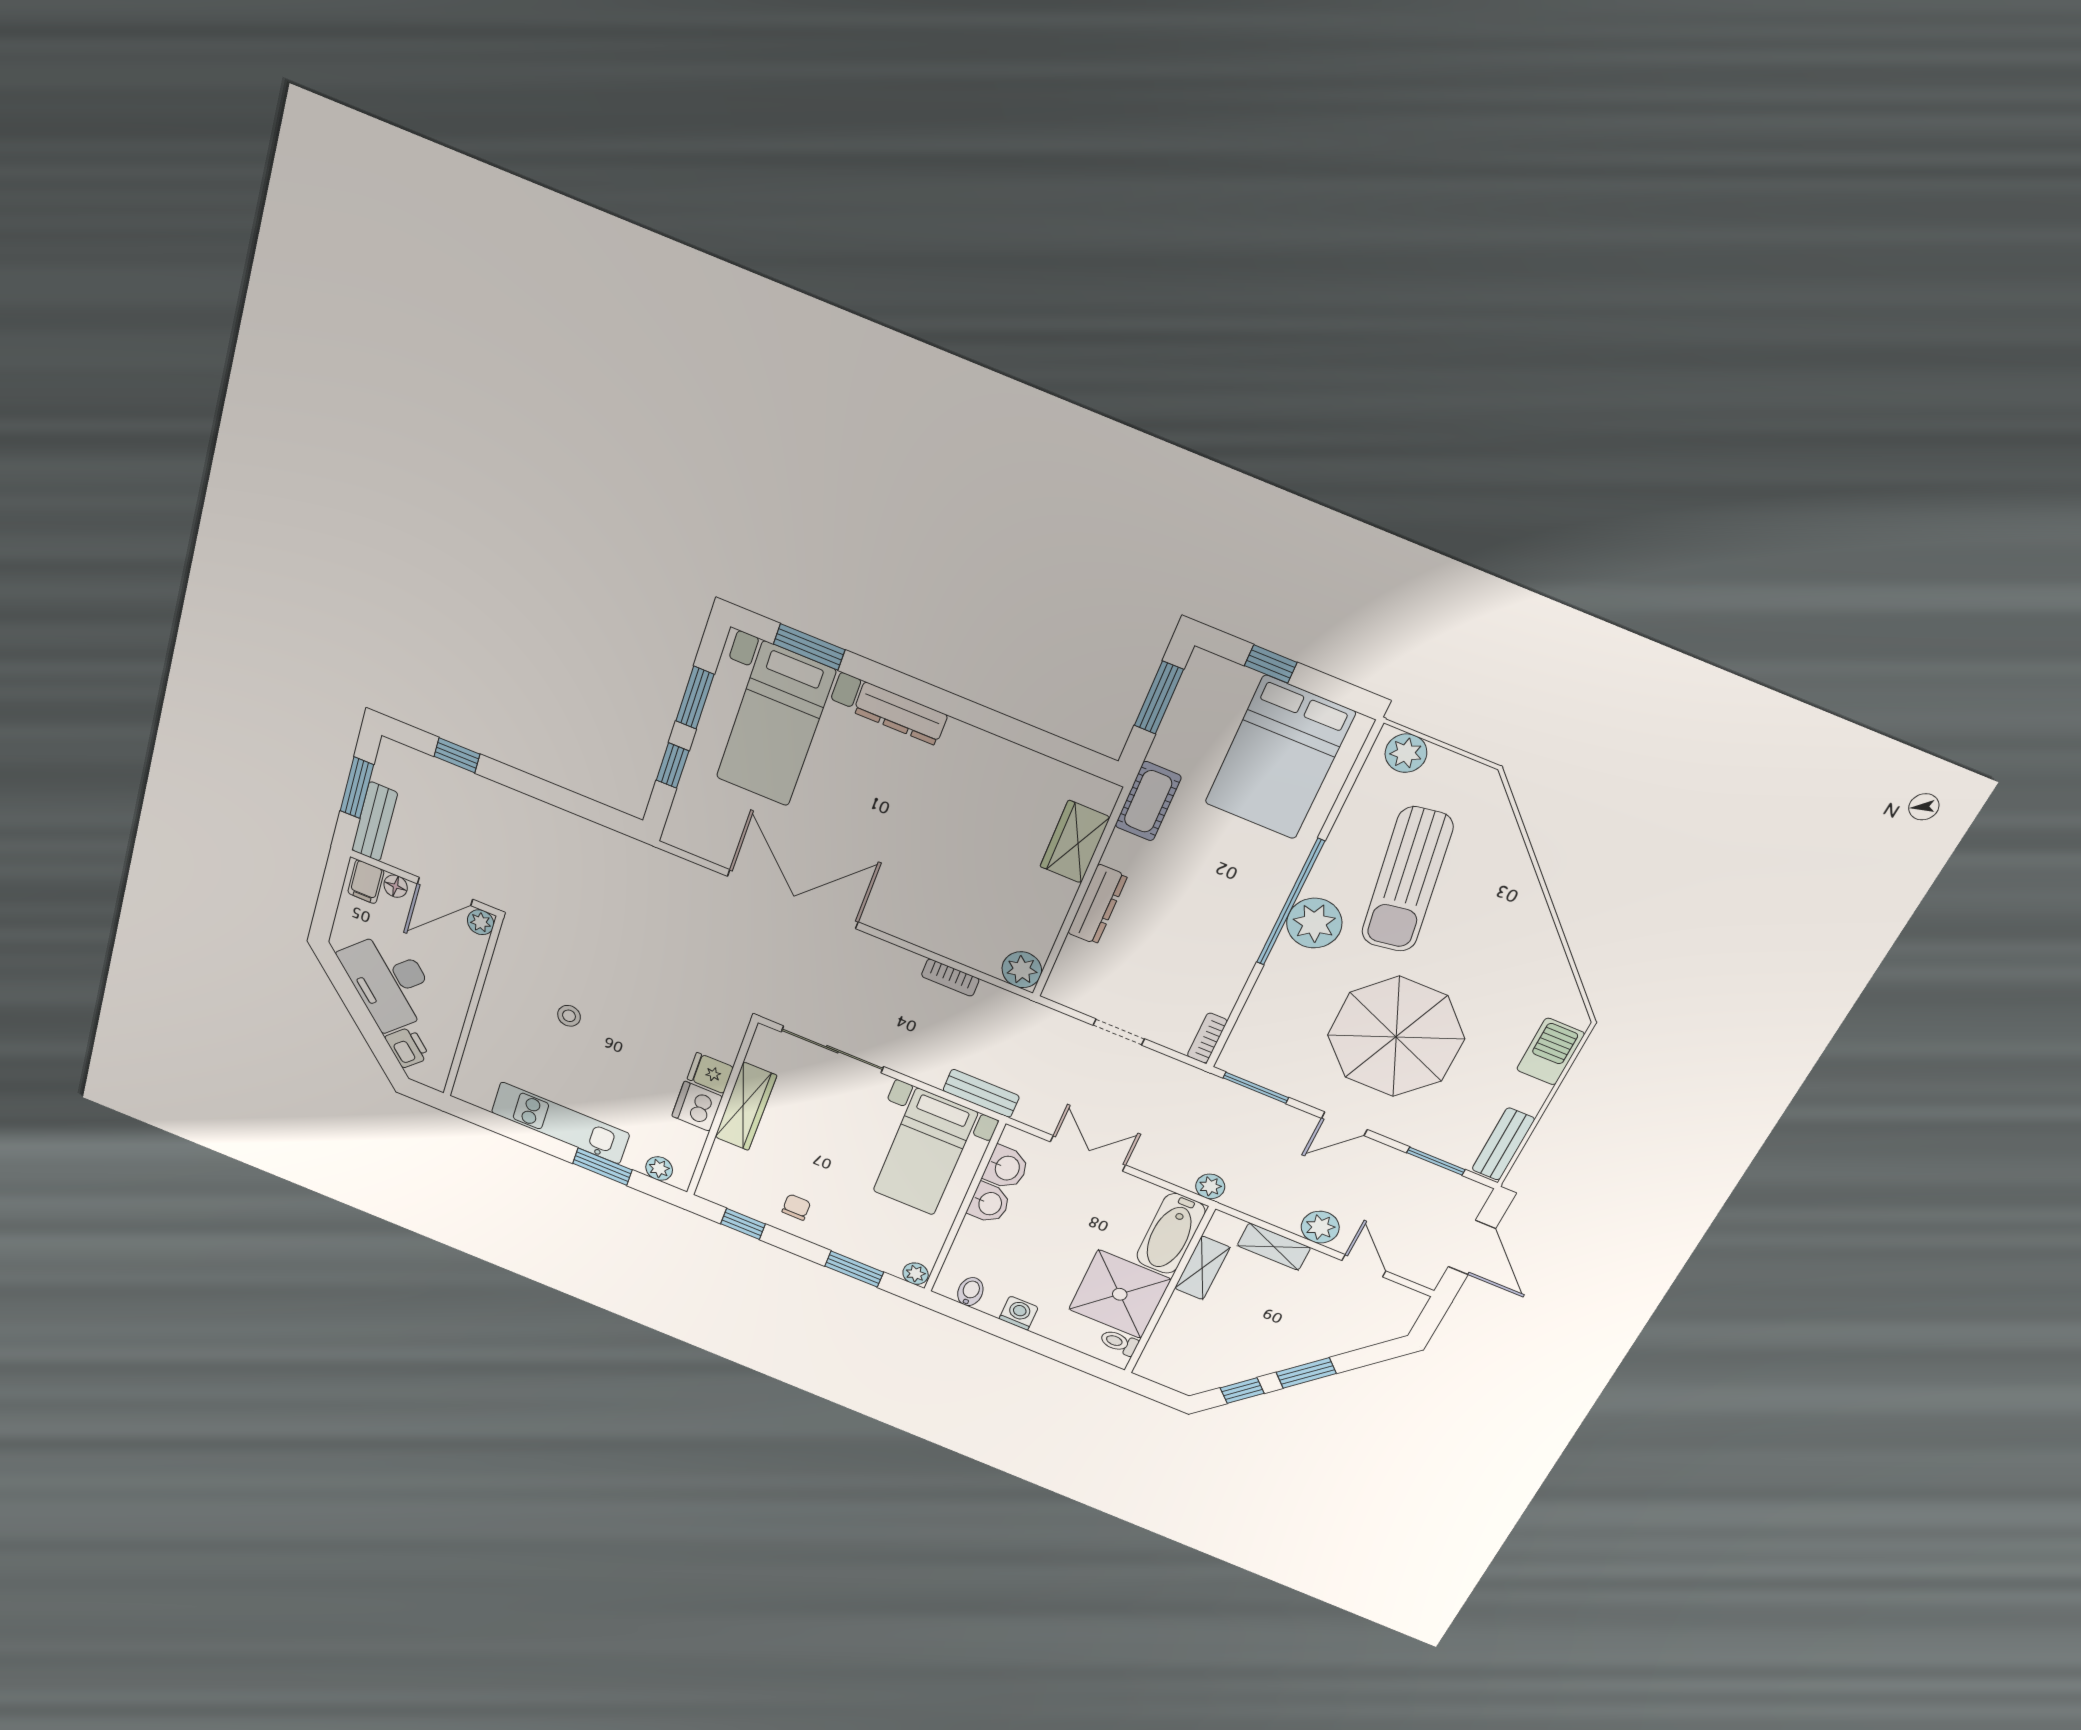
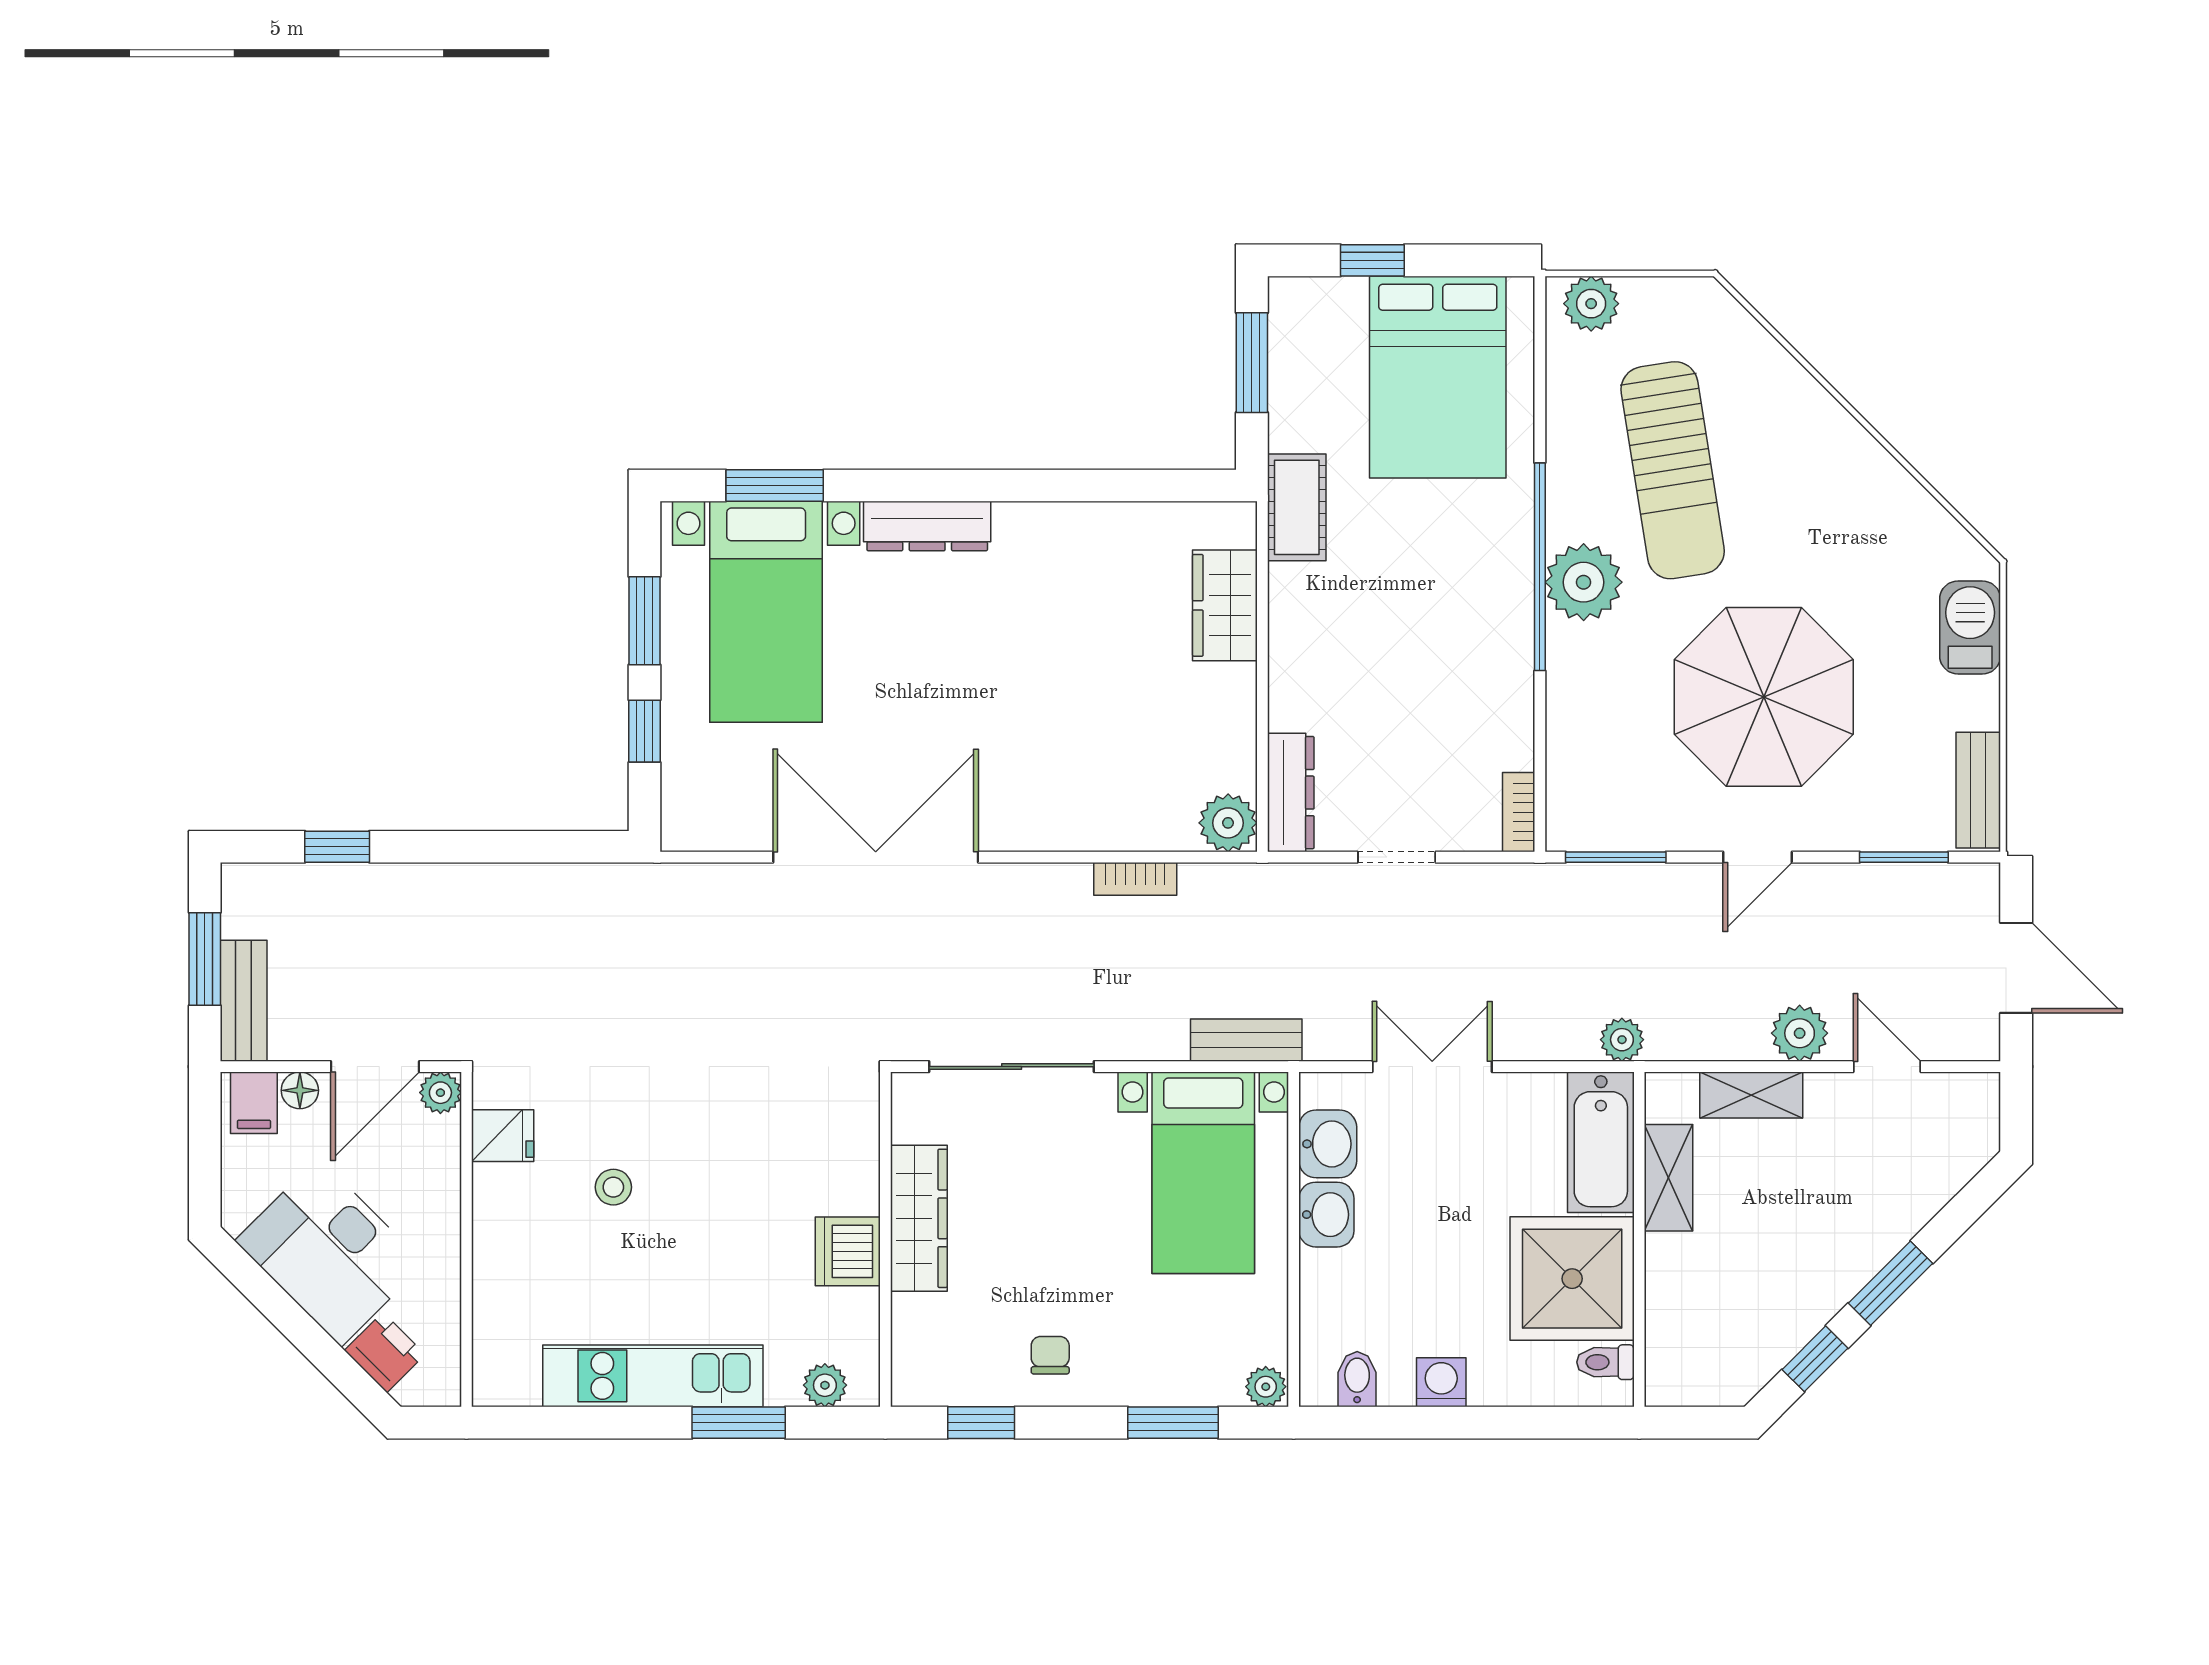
dresser: (1097, 904) -> (1291, 793), moved
fridge: (710, 1073) -> (503, 1136), moved, turned 180

